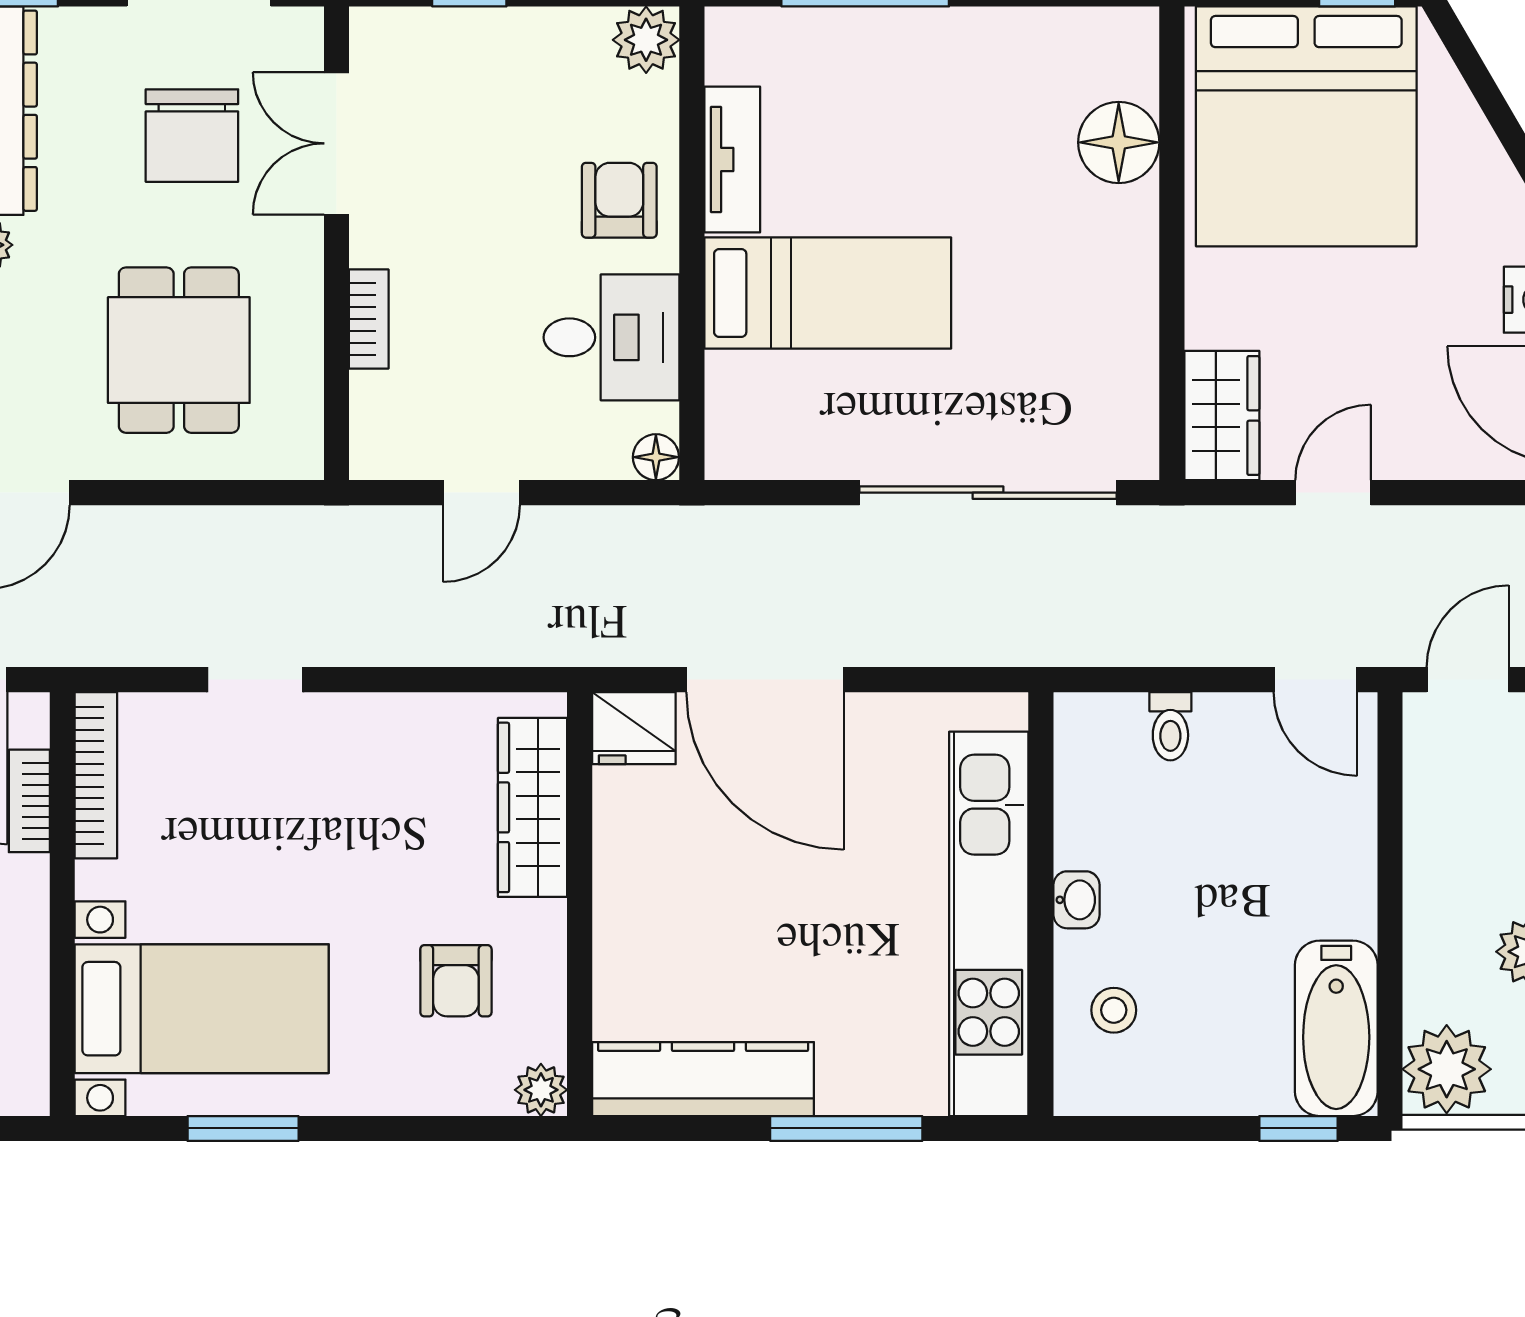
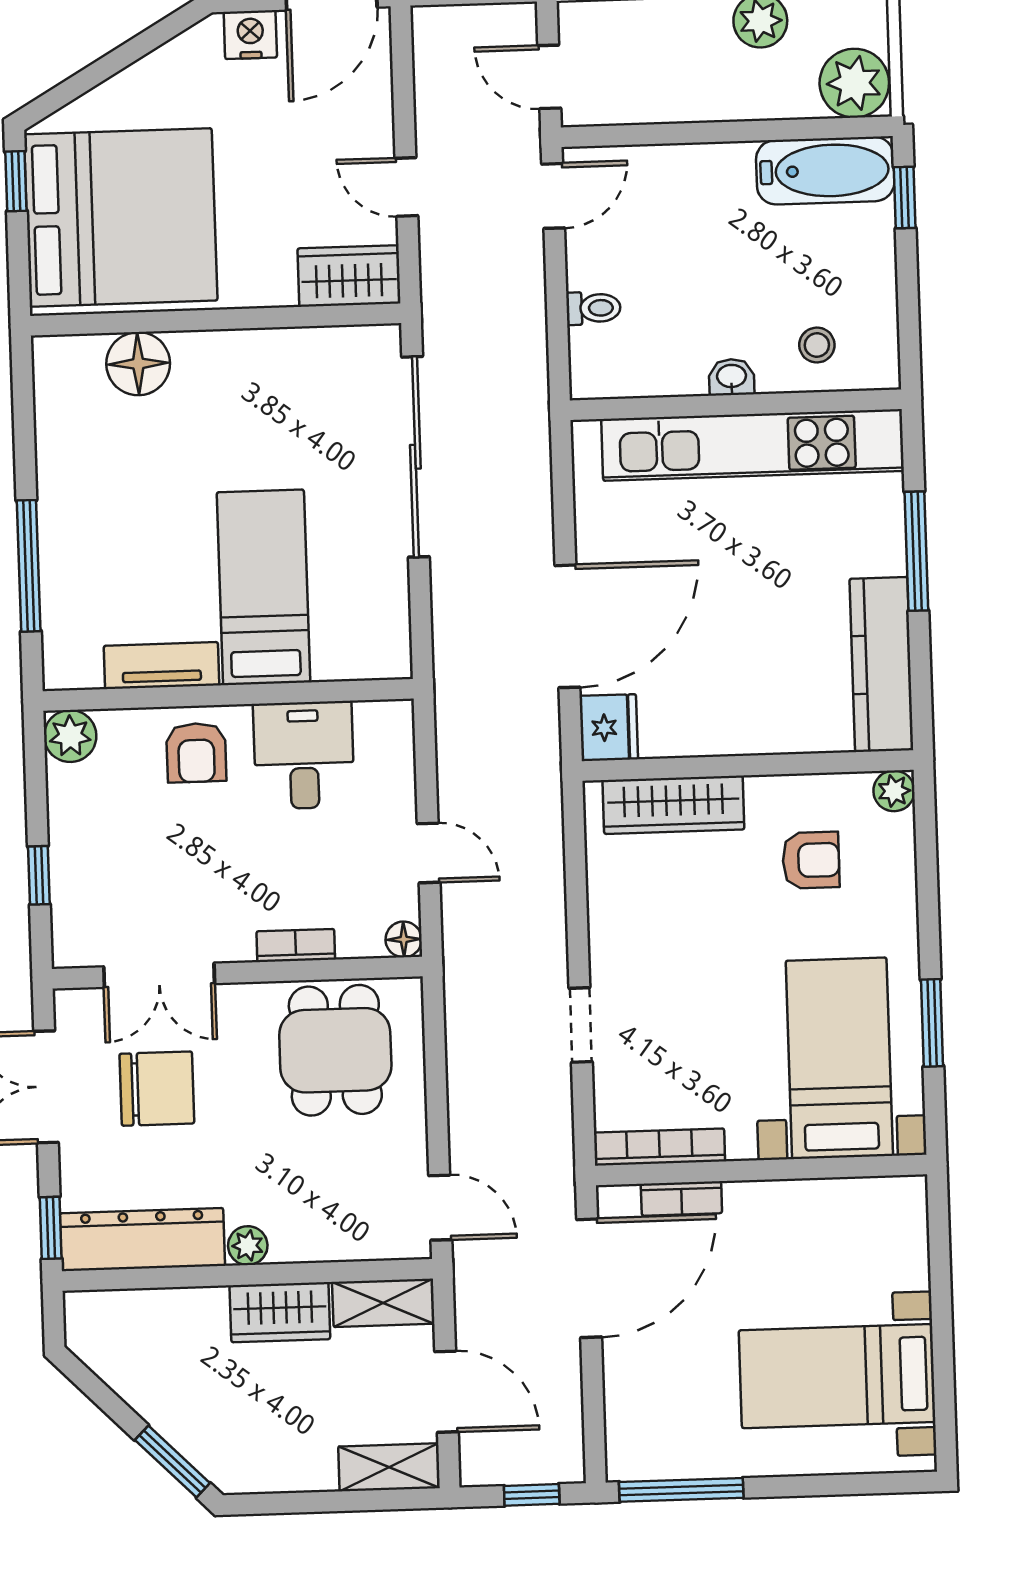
armchair: (619, 200) -> (196, 753), turned -90
dining table: (179, 350) -> (335, 1050), moved, turned 90
floor lamp: (656, 457) -> (404, 939), moved

